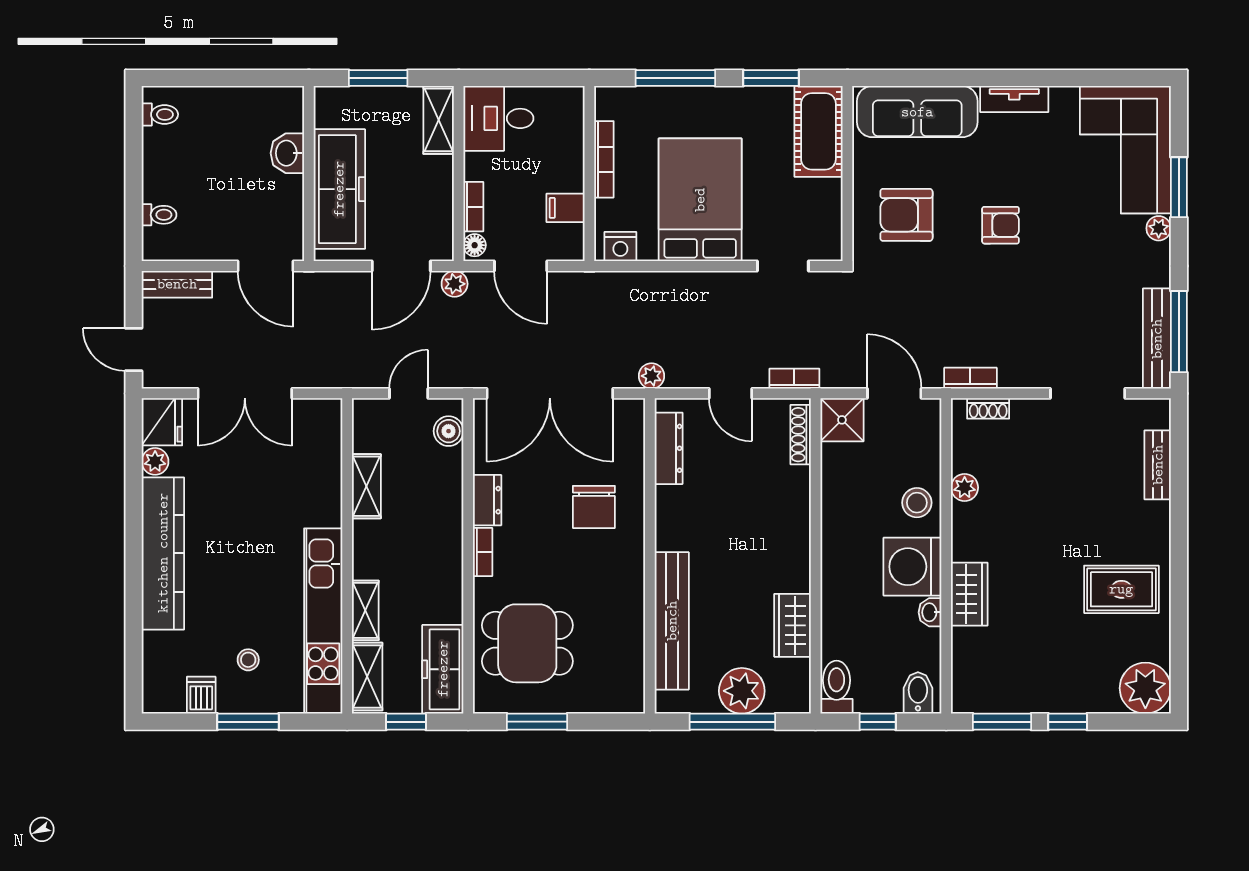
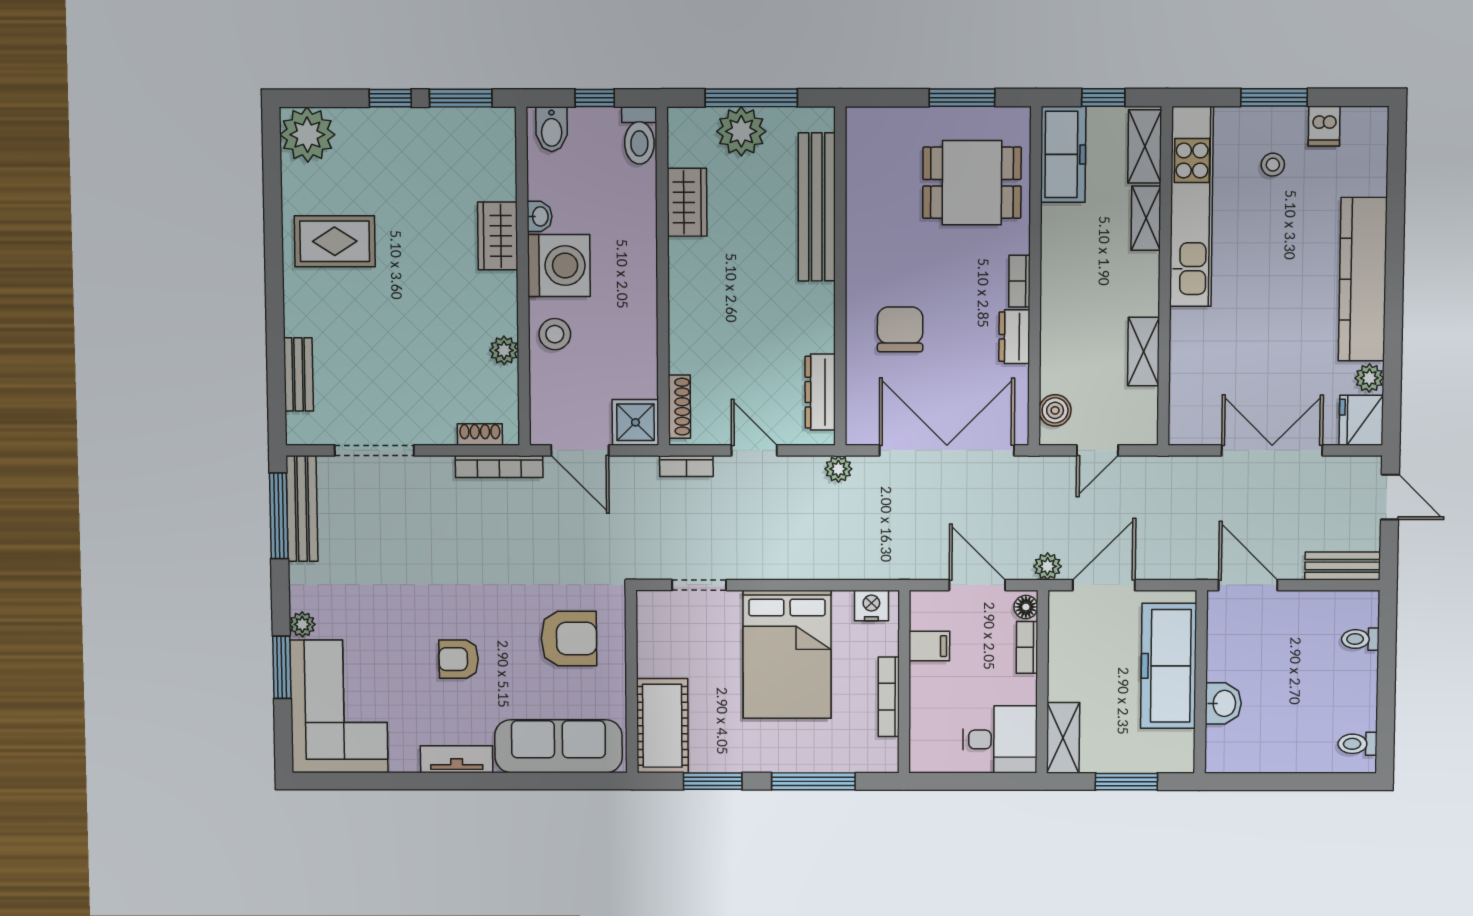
armchair: (1001, 225) -> (459, 659), moved
bookcase: (970, 378) -> (499, 467), width x1.56

